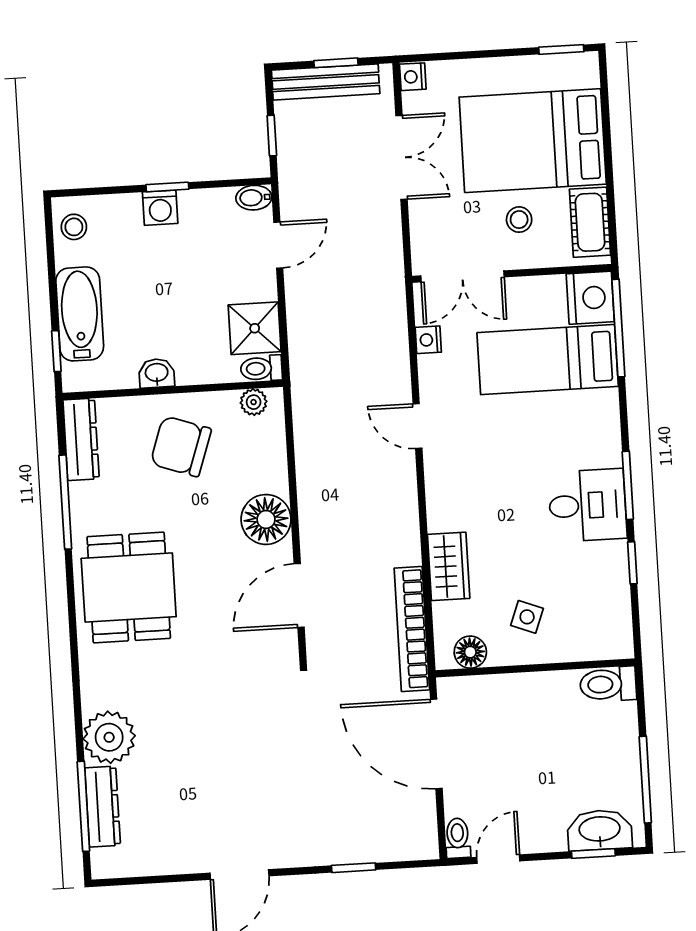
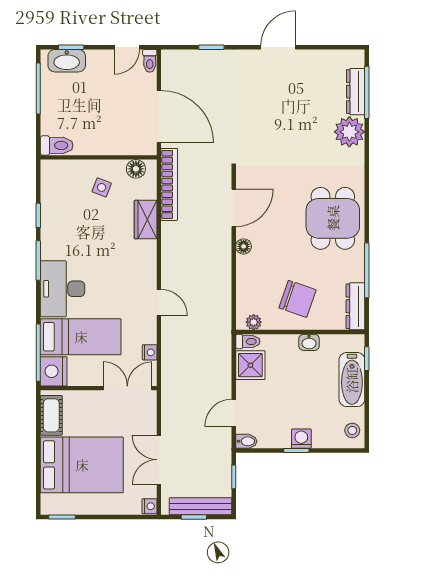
stool: (519, 220) -> (92, 419), removed
desk: (587, 505) -> (63, 289), moved, width x1.37
floor lamp: (266, 519) -> (244, 246), width x0.53, depth x0.53

